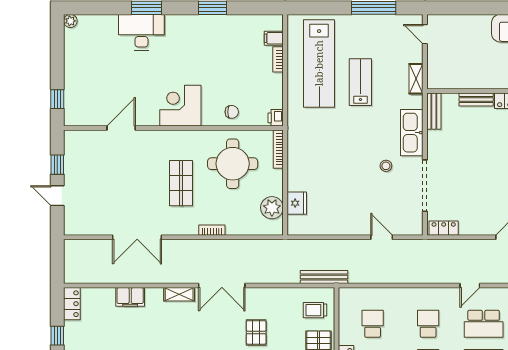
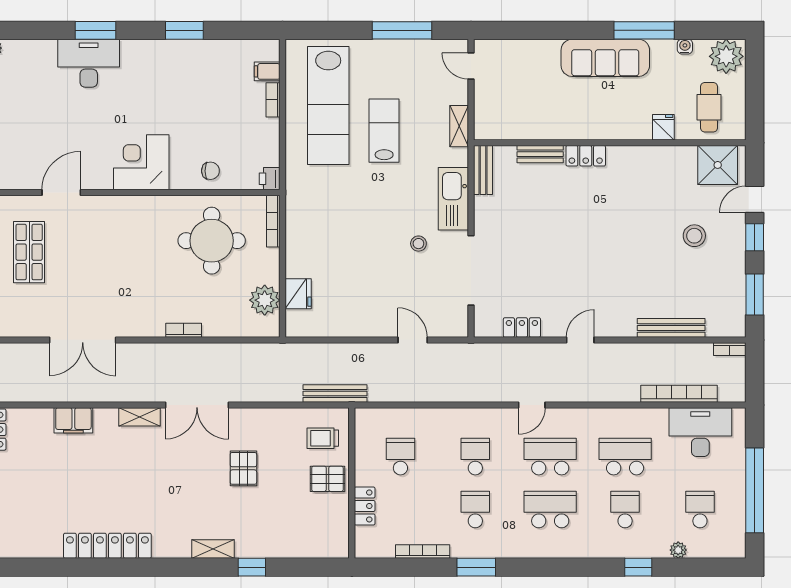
shop shelf: (181, 183) -> (29, 252), moved
locker: (444, 228) -> (522, 328), moved
school desk: (484, 324) -> (550, 457), turned 180

